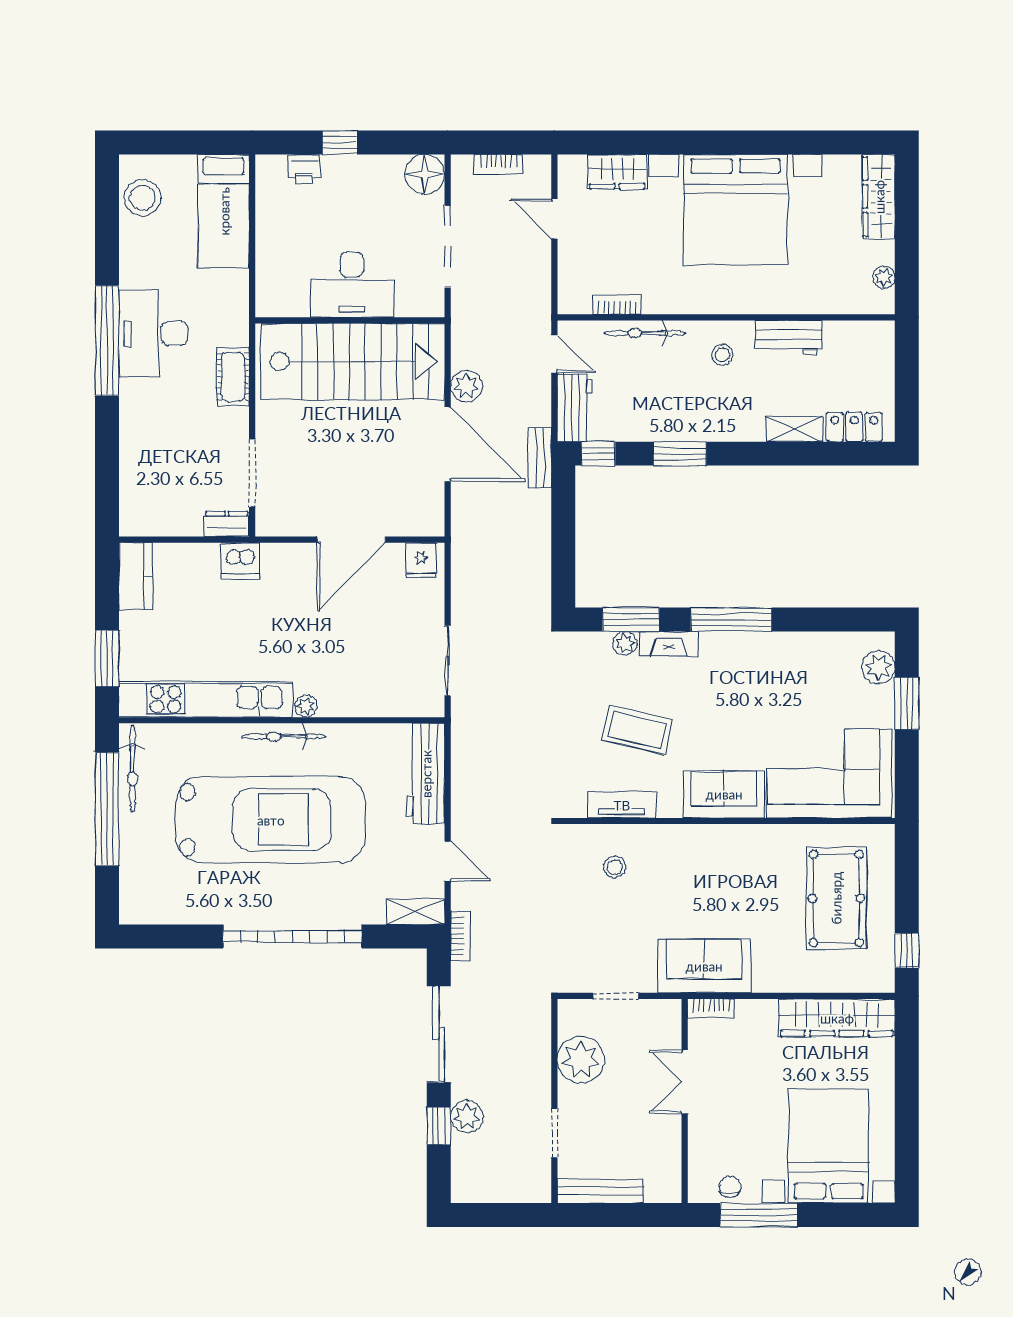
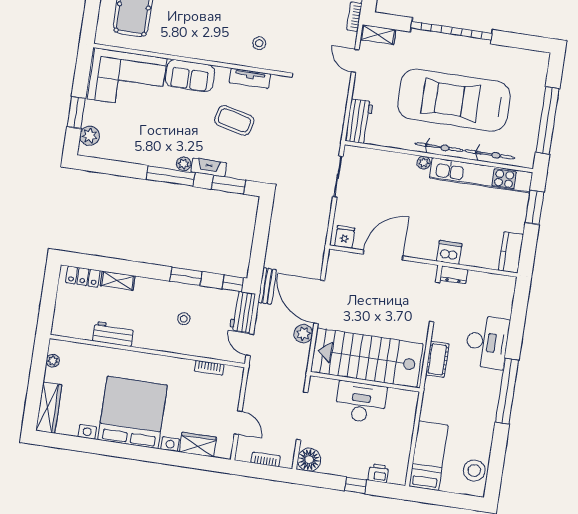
desk: (153, 333) -> (487, 342), moved
bicycle: (645, 333) -> (196, 349), removed
stool: (722, 355) -> (184, 319), moved
plant: (625, 643) -> (184, 164), moved
bicycle: (133, 769) -> (490, 154), moved, turned 90
workbench: (426, 774) -> (359, 121), width x0.73

